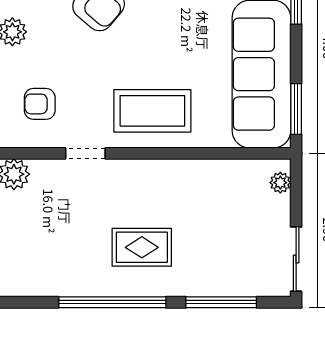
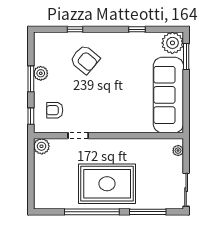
window: (296, 109) -> (186, 113), removed
coffee table: (152, 111) -> (112, 114), removed
rug: (142, 247) -> (107, 184), width x1.86, depth x2.06

